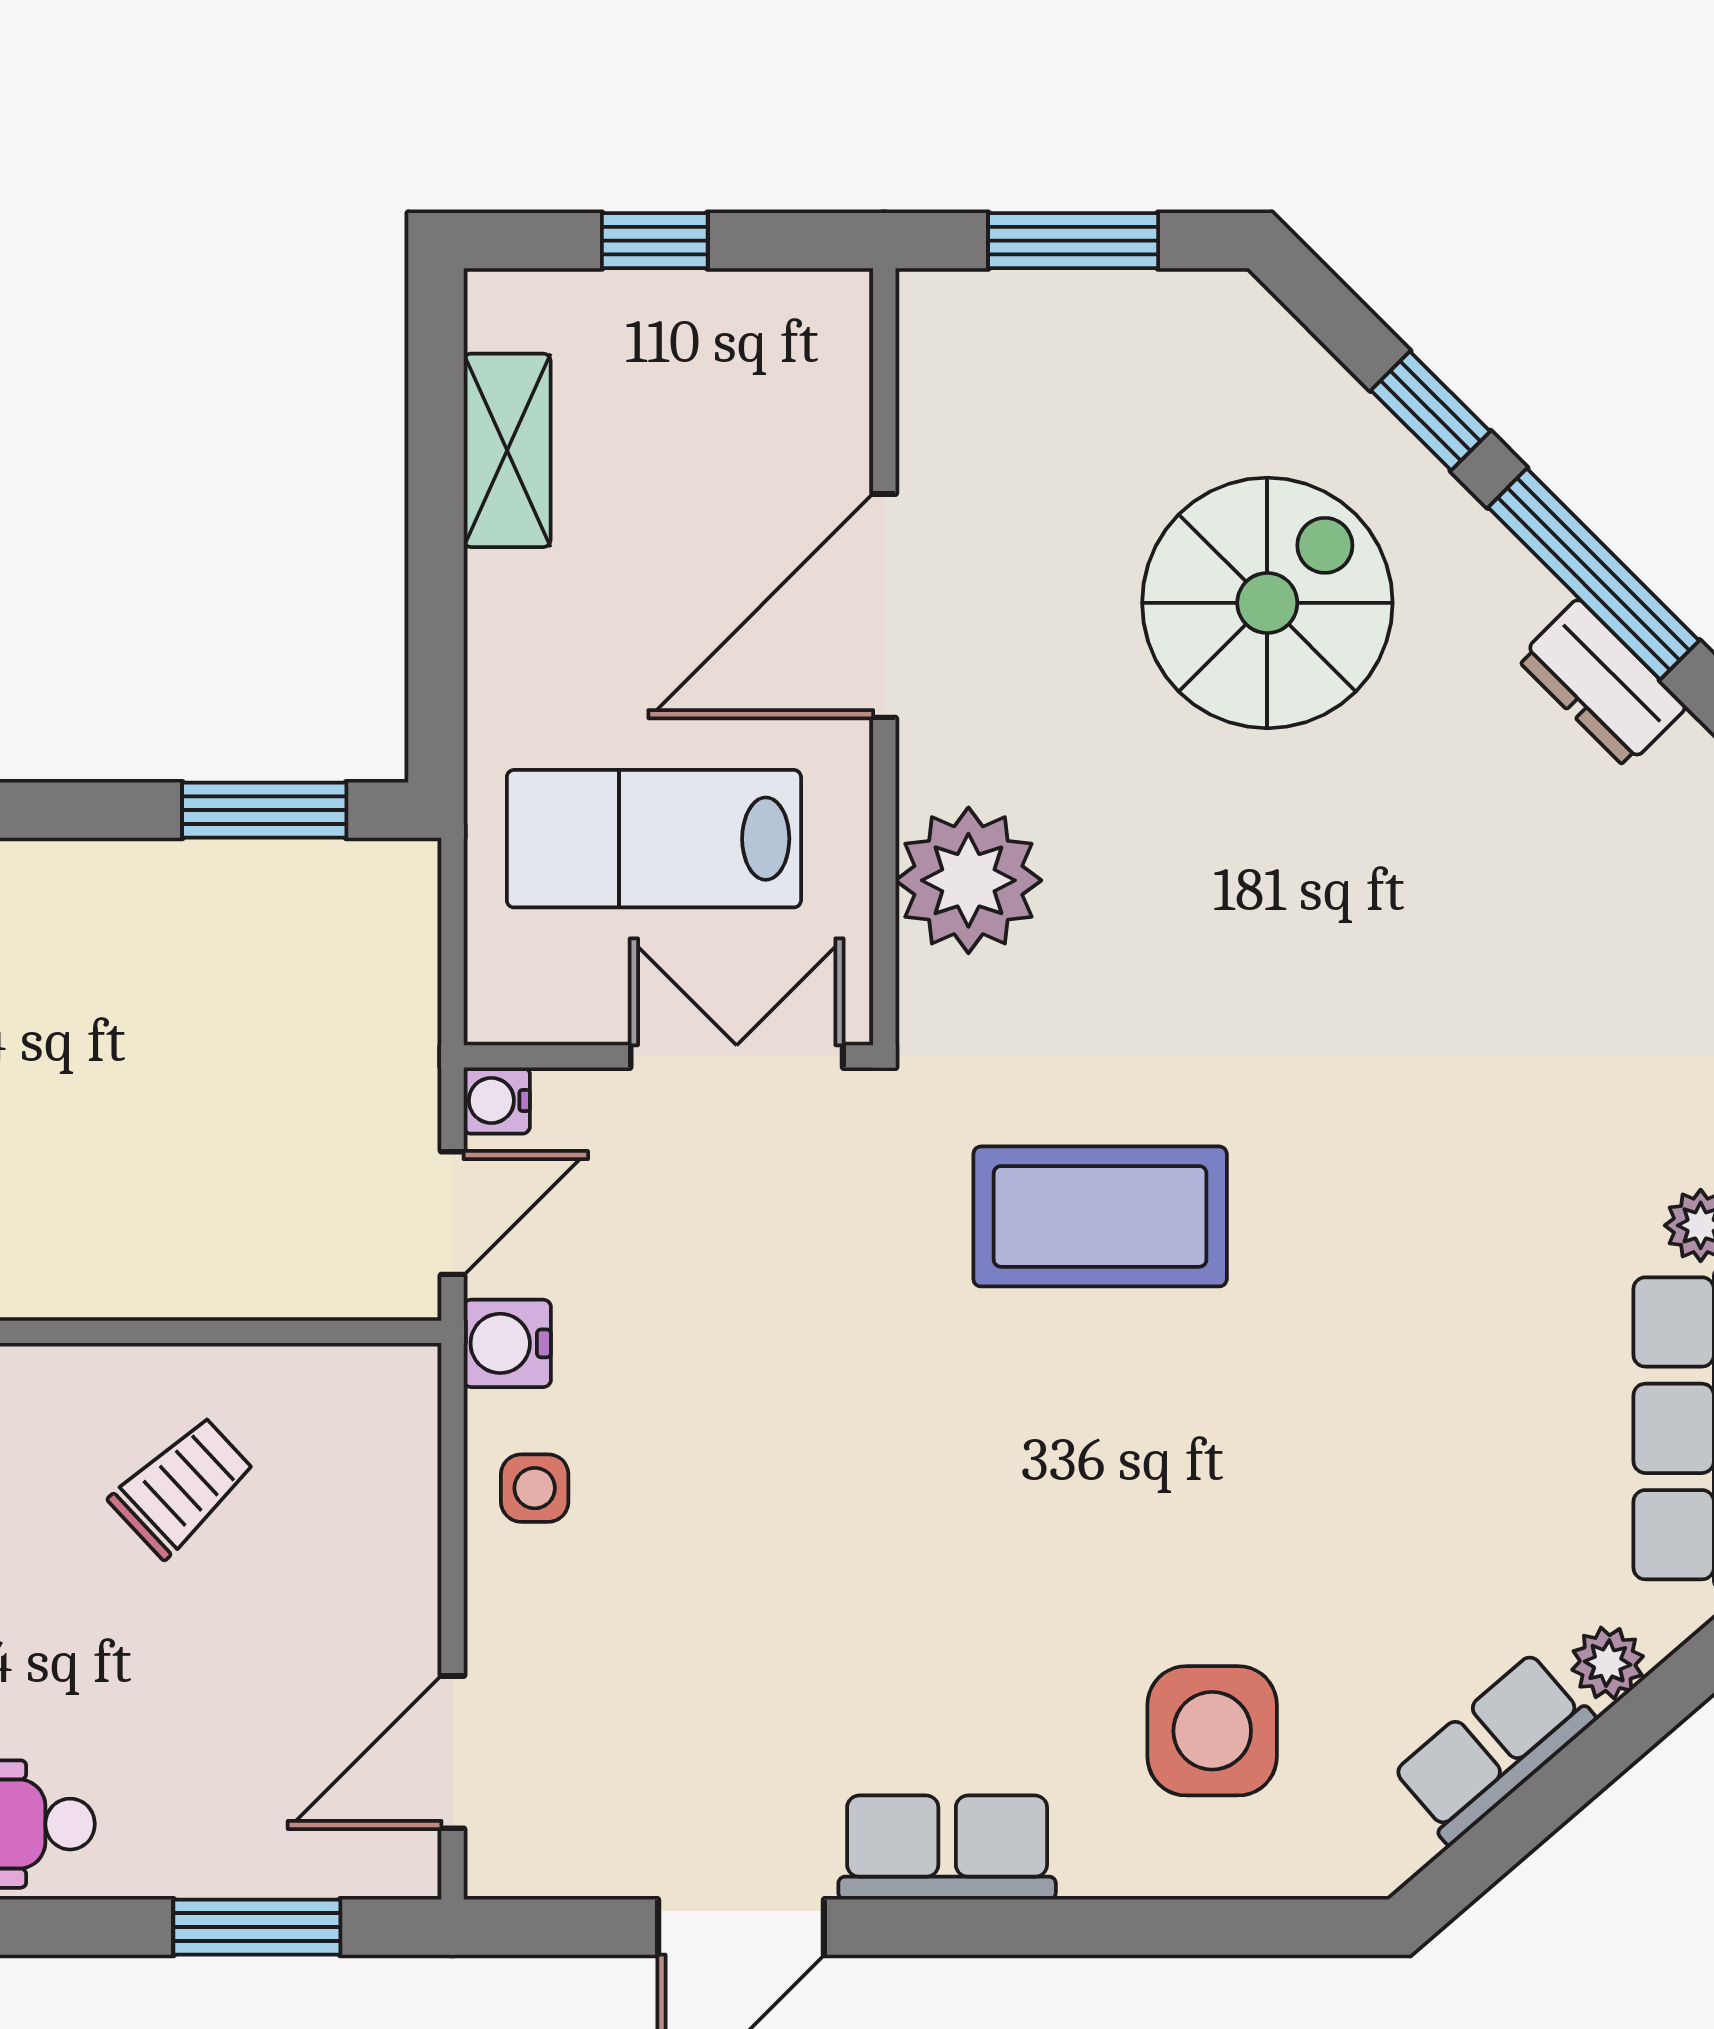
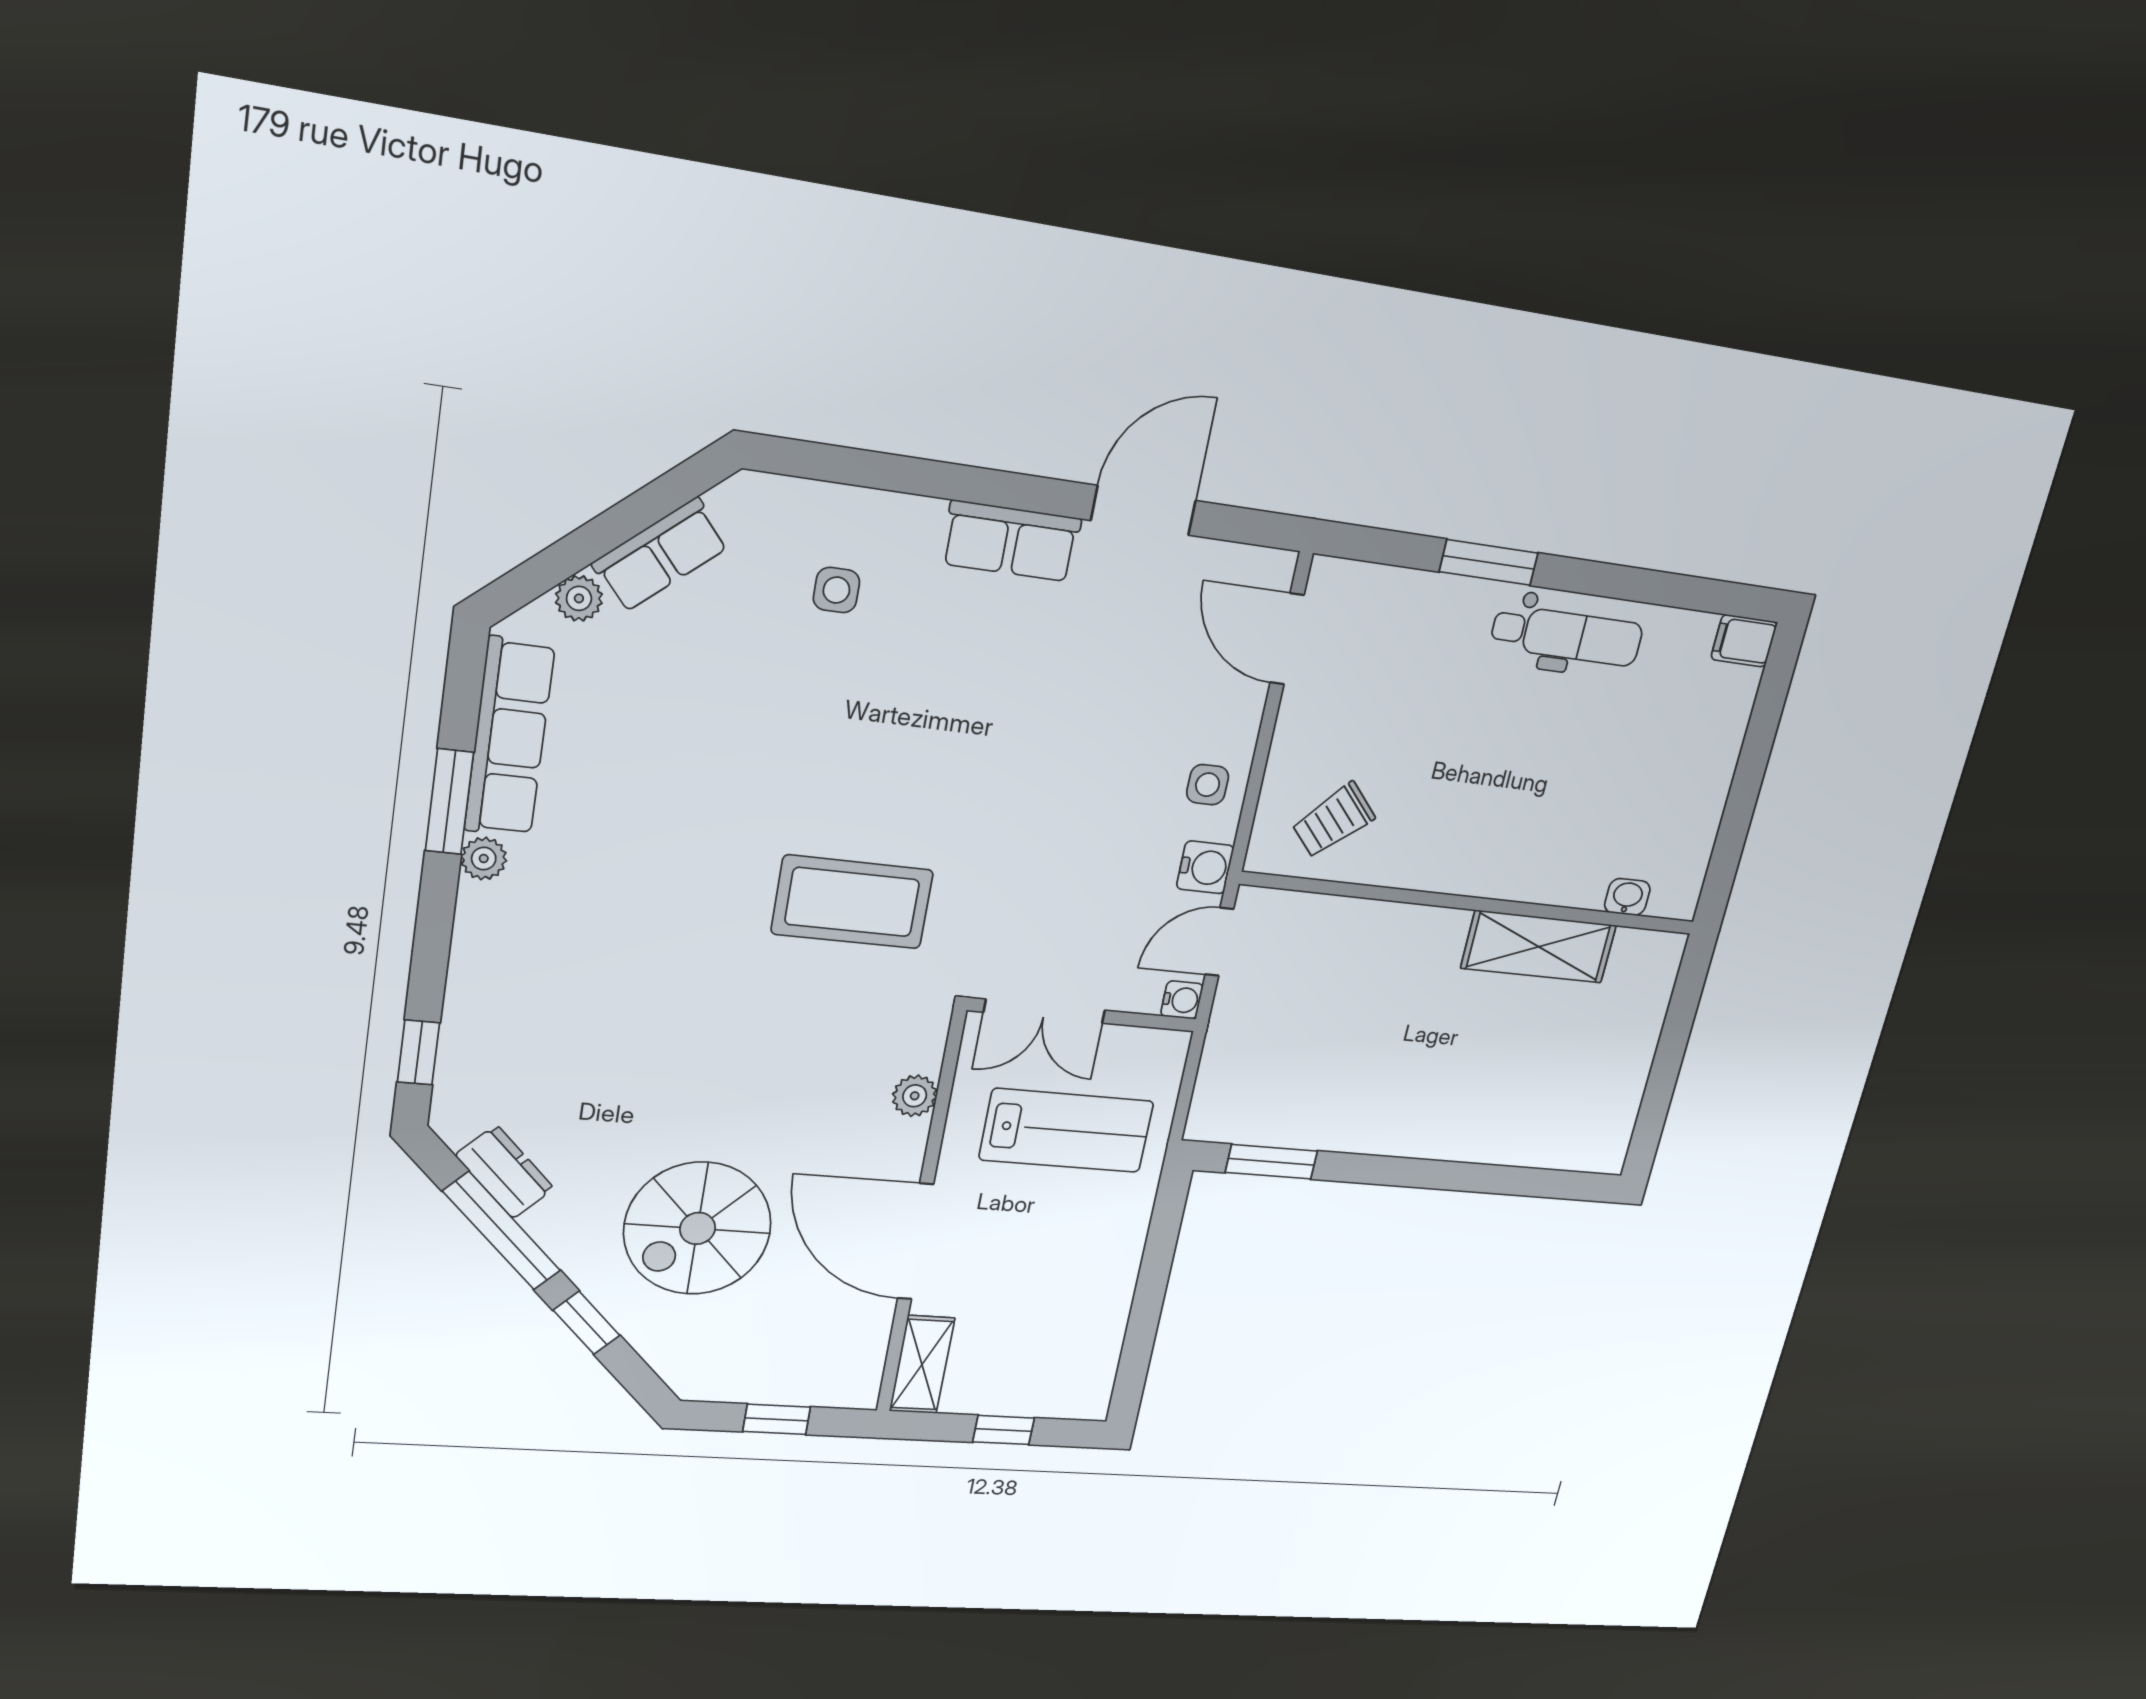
window: (1073, 241) -> (777, 1419), width x0.67
shelving: (507, 450) -> (922, 1365), moved
door: (884, 606) -> (915, 1241), swing flipped
plant: (968, 880) -> (915, 1096), width x0.53, depth x0.53
trolley: (182, 1487) -> (1333, 820), moved
side table: (1212, 1731) -> (836, 590), width x0.54, depth x0.54
door: (453, 1752) -> (1287, 639), swing flipped
window: (257, 1927) -> (1489, 562), moved

